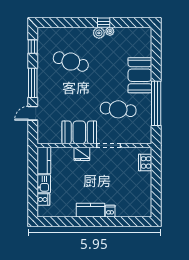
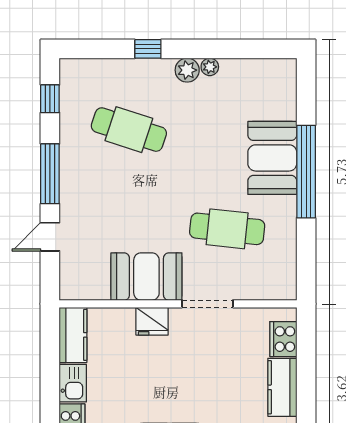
window: (104, 23) -> (148, 49), moved
window: (156, 103) -> (306, 172), moved
kitchen counter: (145, 186) -> (282, 387), added

